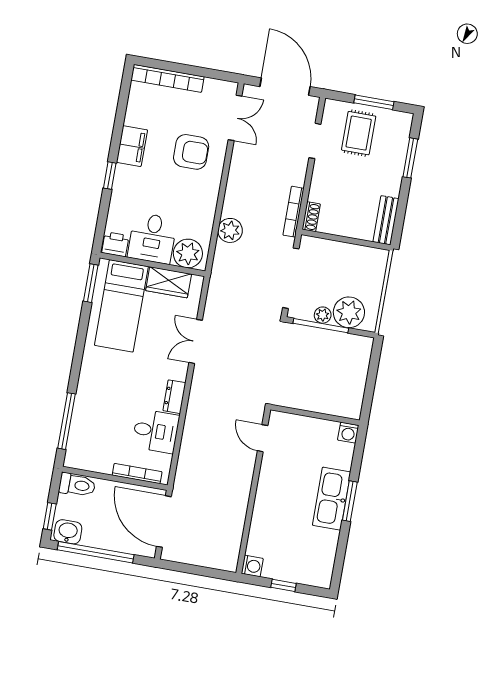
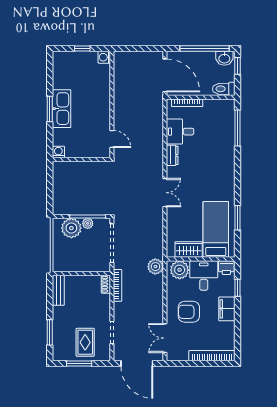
desk: (152, 238) -> (204, 276), moved
printer: (115, 244) -> (226, 268), moved
plant: (188, 253) -> (180, 270), moved
wall: (152, 264) -> (201, 259), moved
wardrobe: (169, 282) -> (189, 250), moved
bed: (121, 306) -> (216, 229), moved

